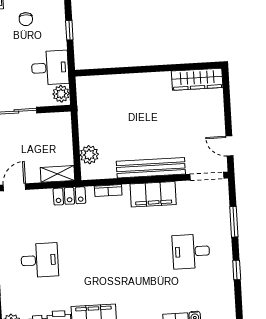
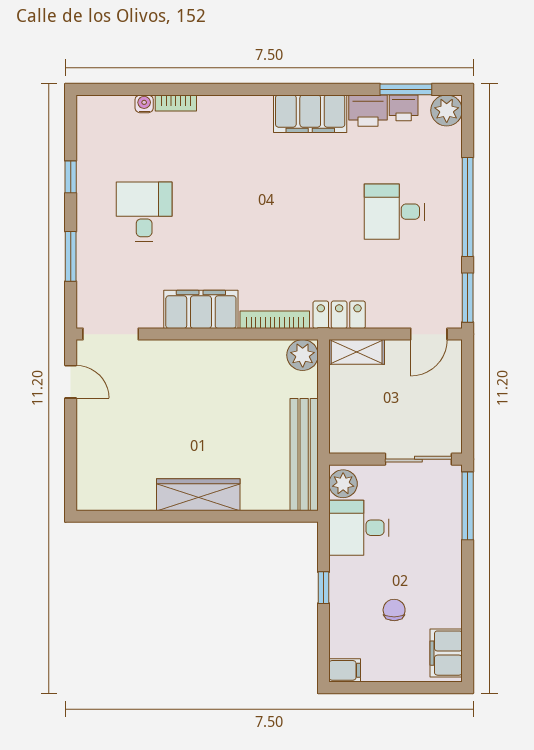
wardrobe: (197, 79) -> (198, 495), moved
plant: (89, 155) -> (303, 355), moved
bench: (151, 168) -> (304, 455), moved, turned 90
bookcase: (108, 191) -> (275, 320), width x1.56
desk: (191, 251) -> (144, 212), turned -90

